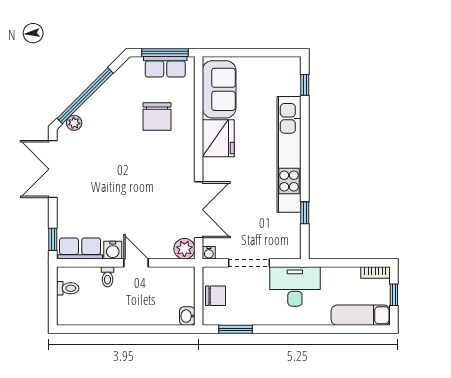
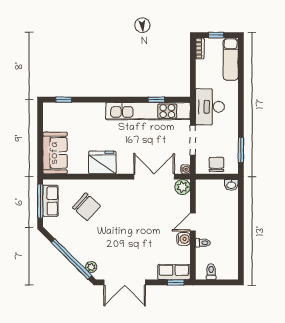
sofa: (219, 89) -> (55, 153), moved, turned 90
chair: (157, 116) -> (87, 207), turned 42
kitchen unit: (289, 154) -> (148, 111), moved
row of seats: (80, 249) -> (174, 272), moved, turned 90

